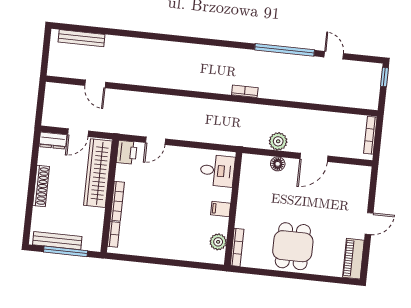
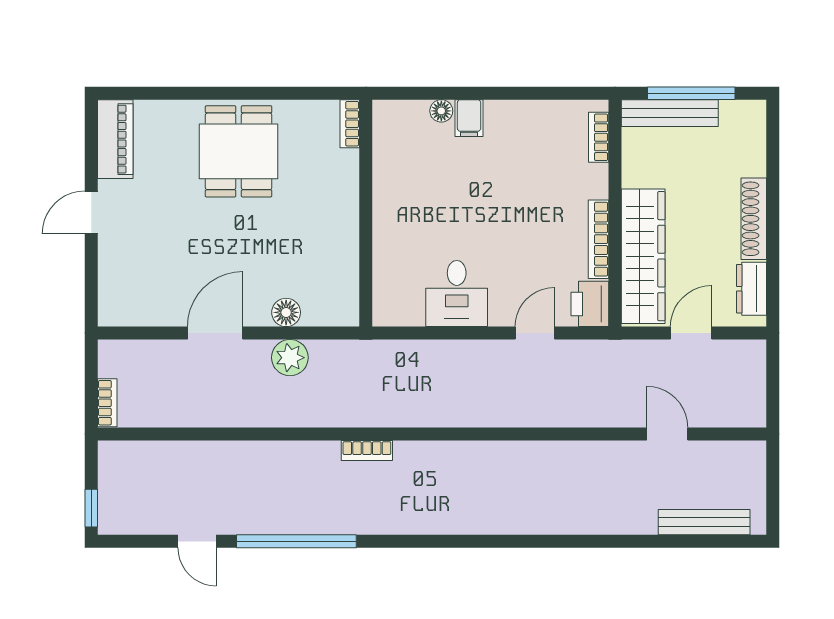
bookcase: (370, 135) -> (107, 403), width x0.64
dresser: (53, 141) -> (751, 289), moved, turned -90
desk: (217, 171) -> (457, 294), moved, turned -90
bookcase: (117, 201) -> (599, 239), moved
filing cabinet: (221, 209) -> (469, 118), moved, turned 90
bench: (57, 241) -> (670, 113), moved
plant: (218, 242) -> (389, 144), removed
bookcase: (237, 247) -> (350, 124), width x0.64
floor lamp: (190, 256) -> (441, 111), added

